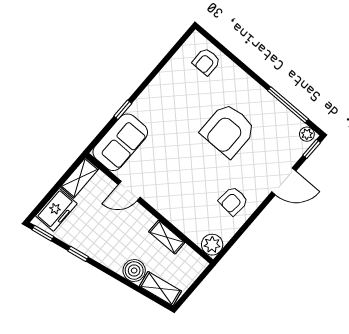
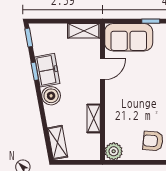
door: (129, 191) -> (102, 69), swing flipped
freezer: (56, 210) -> (47, 70), moved, turned -100
boiler: (134, 270) -> (51, 96), moved

